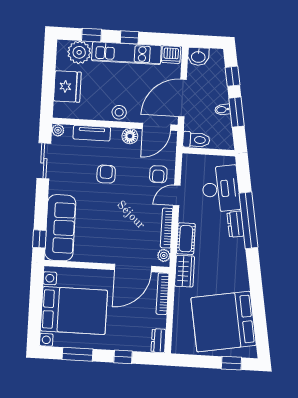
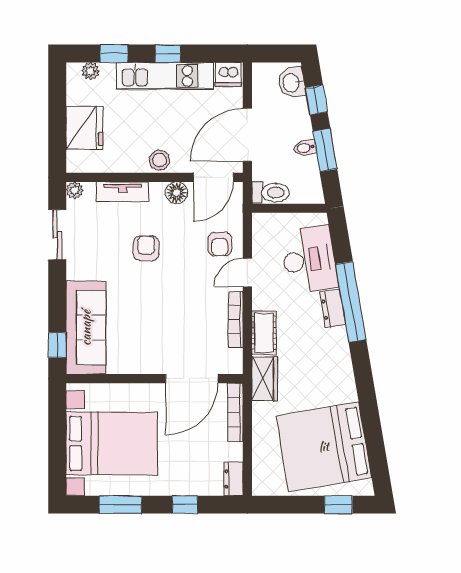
plant: (79, 52) -> (91, 71), width x0.53, depth x0.53
washbasin: (198, 56) -> (292, 83), moved, turned 80
plant: (164, 255) -> (234, 358), removed

